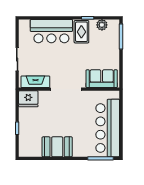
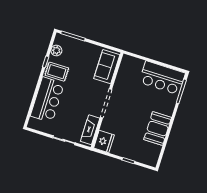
bar counter: (108, 128) -> (162, 78), width x0.73

